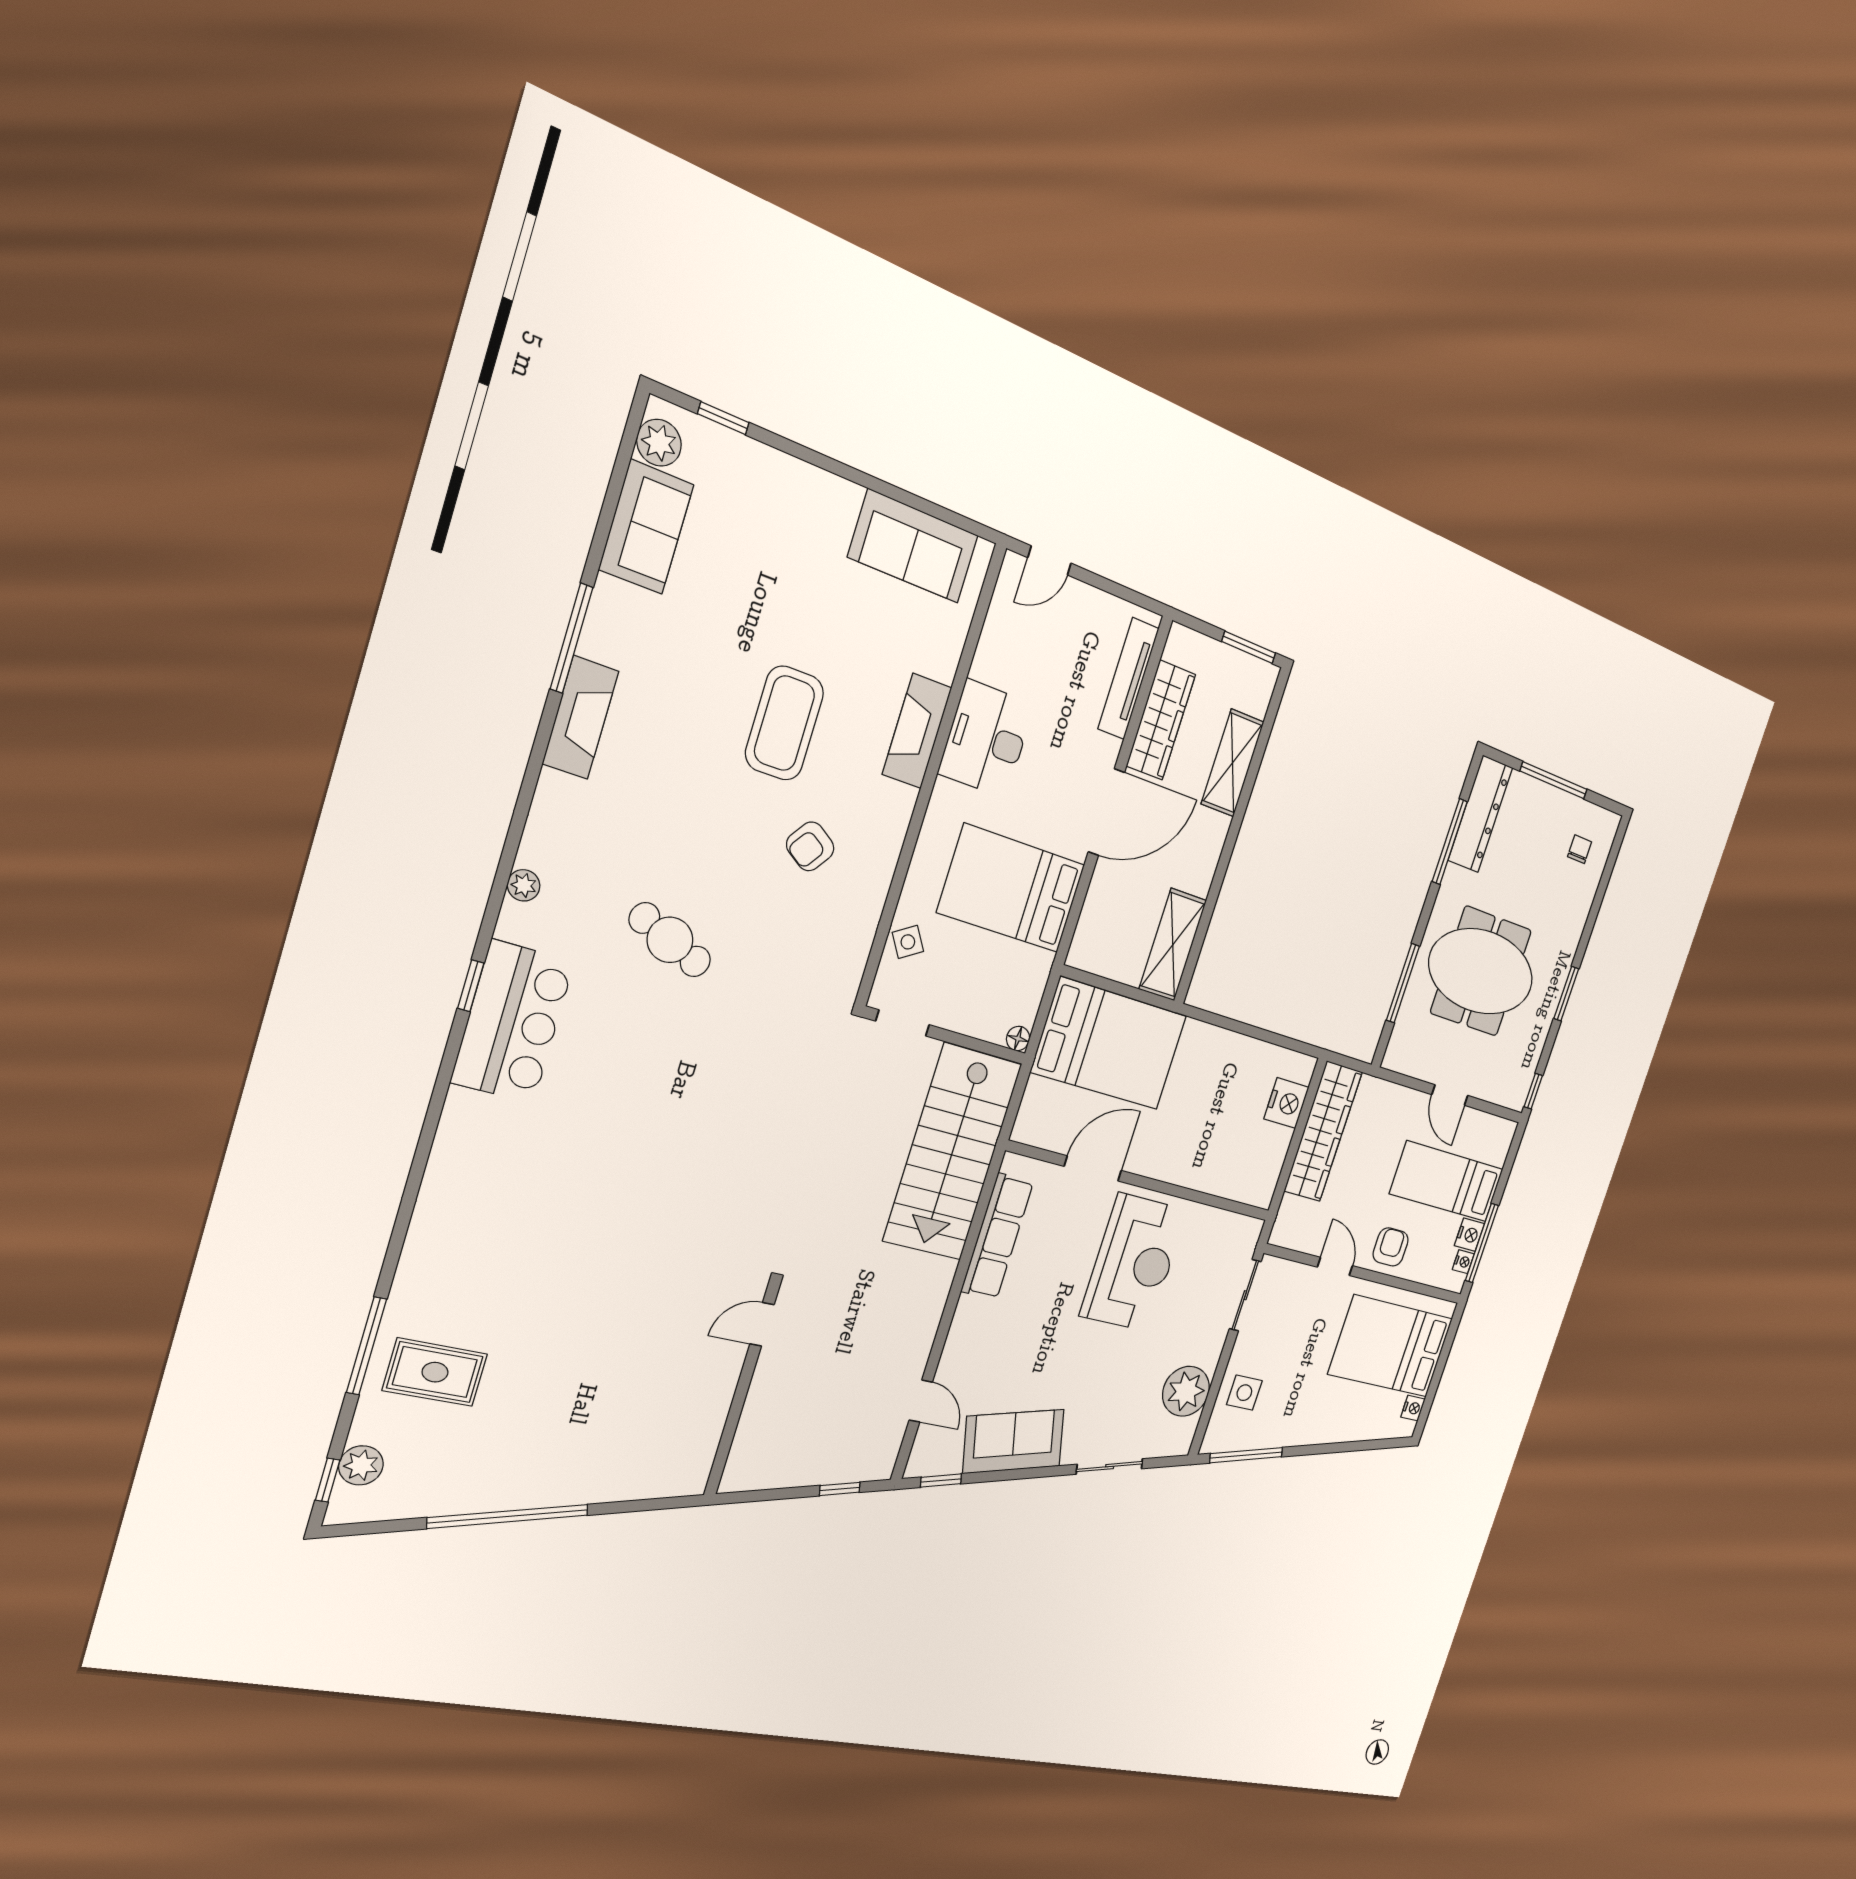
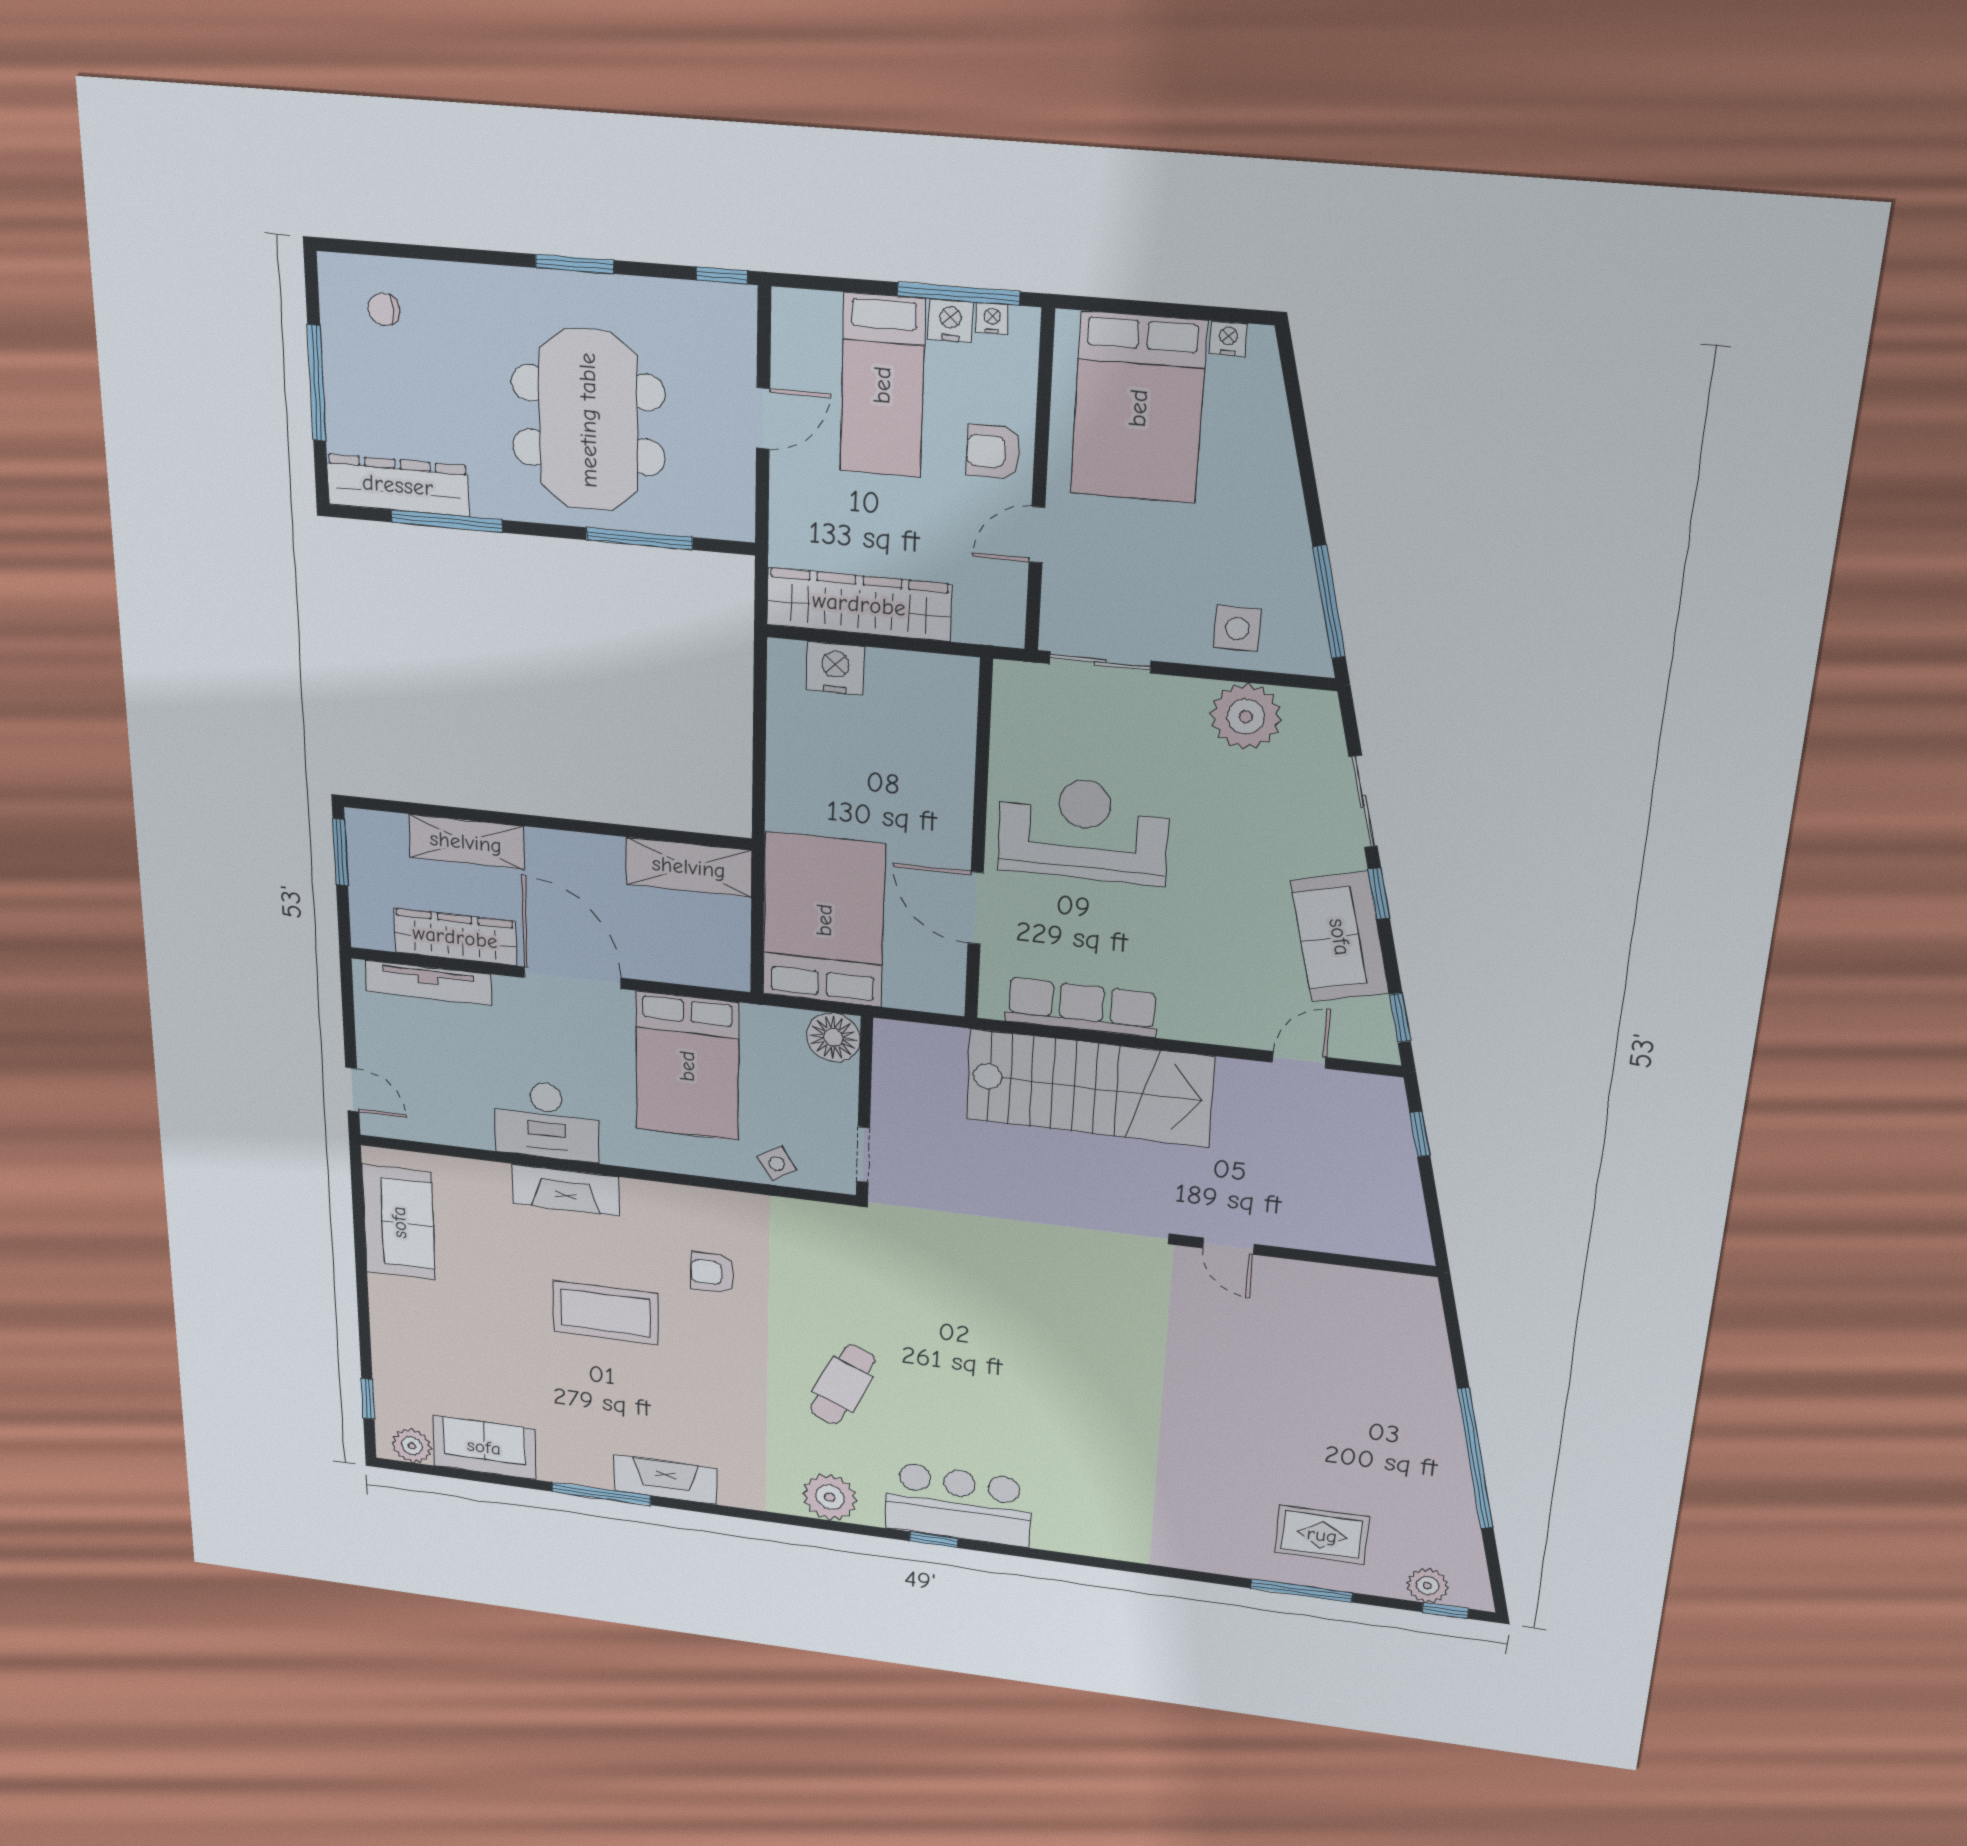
armchair: (810, 846) -> (712, 1273), turned 145
plant: (524, 885) -> (830, 1497), width x1.87, depth x1.87
floor lamp: (1018, 1039) -> (833, 1037), width x1.89, depth x1.89
stairs: (952, 1152) -> (1089, 1088), moved
rug: (435, 1372) -> (1322, 1535), turned 90
window: (1041, 1472) -> (1379, 893), added

